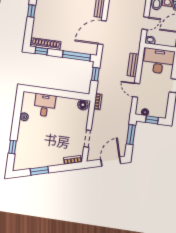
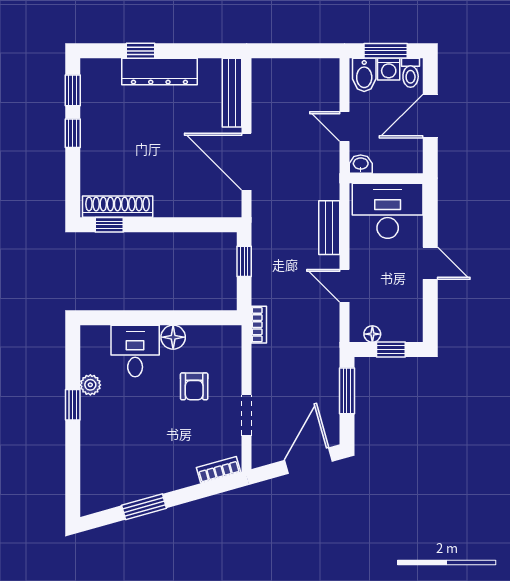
door: (145, 23) -> (345, 127), swing flipped
door: (102, 32) -> (247, 162), hinge flipped
window: (76, 56) -> (194, 225), removed
floor lamp: (83, 105) -> (173, 337), moved
armchair: (67, 124) -> (194, 386), added
window: (13, 147) -> (73, 405), moved

